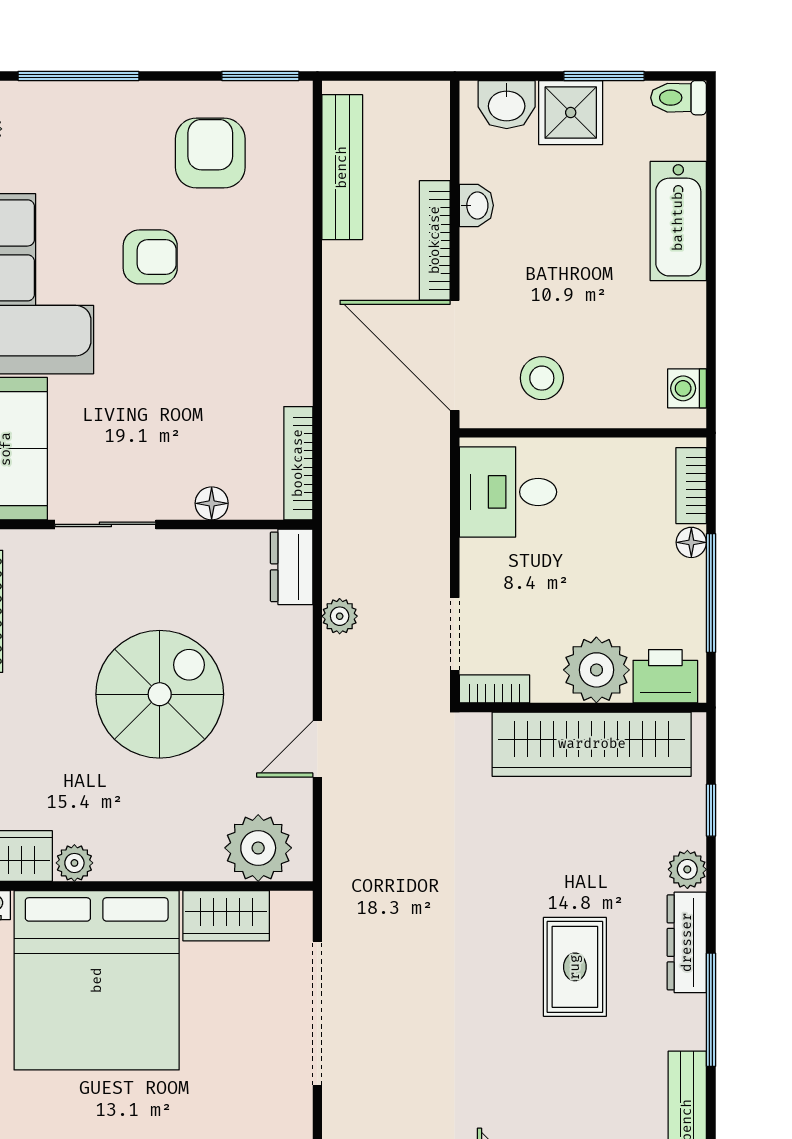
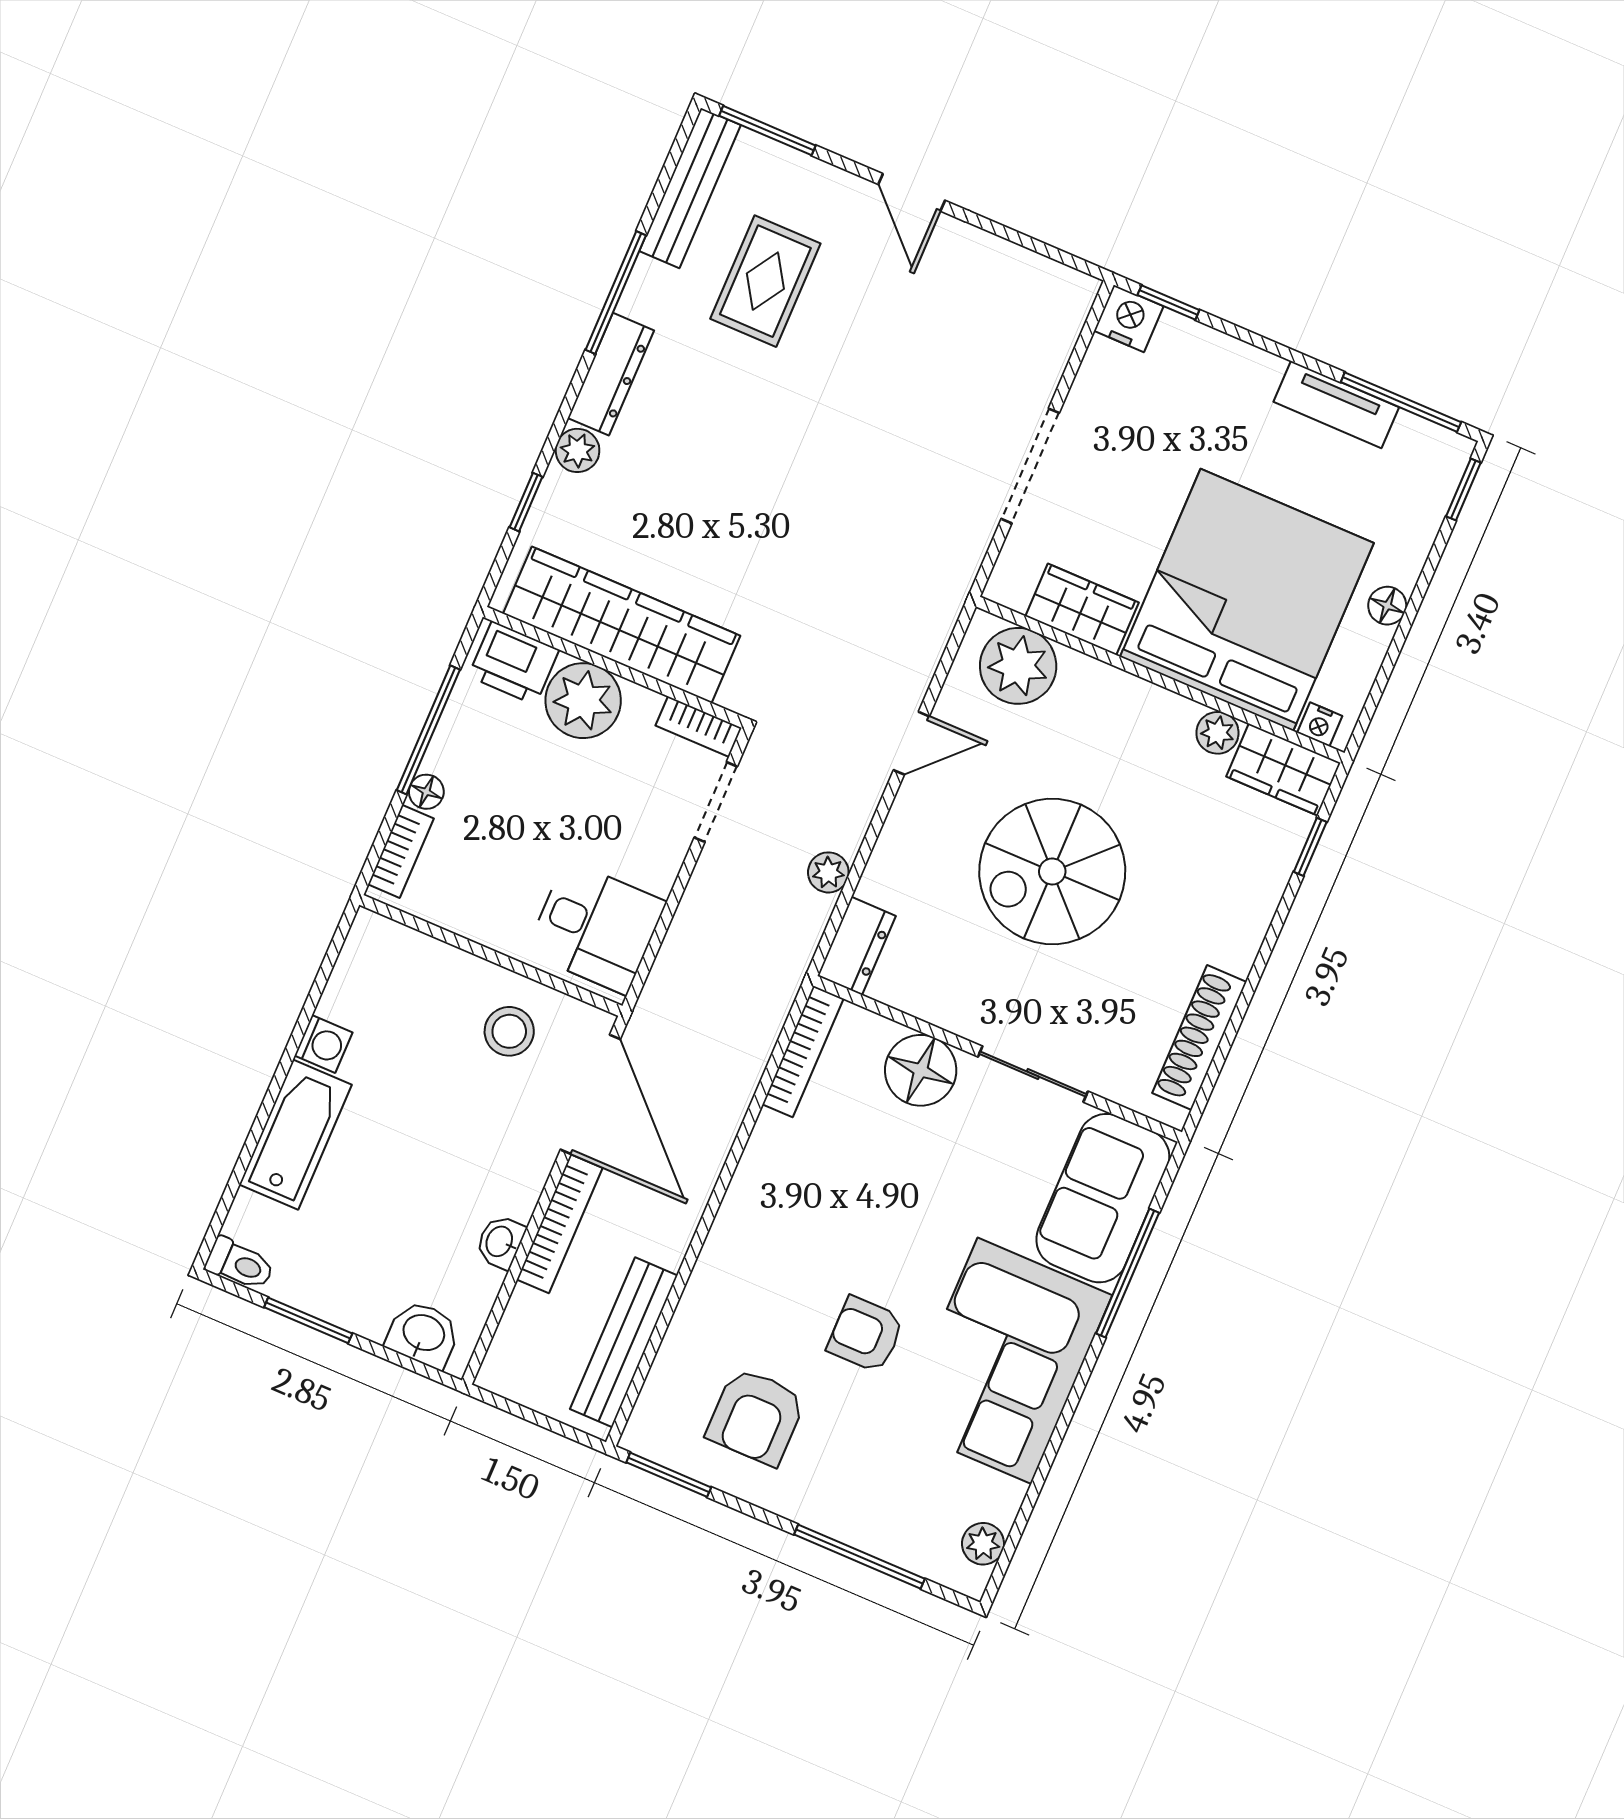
shower: (571, 113) -> (360, 1297), removed
washing machine: (687, 388) -> (324, 1044), moved
floor lamp: (212, 503) -> (921, 1070), width x1.89, depth x1.89
rug: (575, 967) -> (765, 281), moved
doorway: (317, 1013) -> (1030, 466), width x0.73

